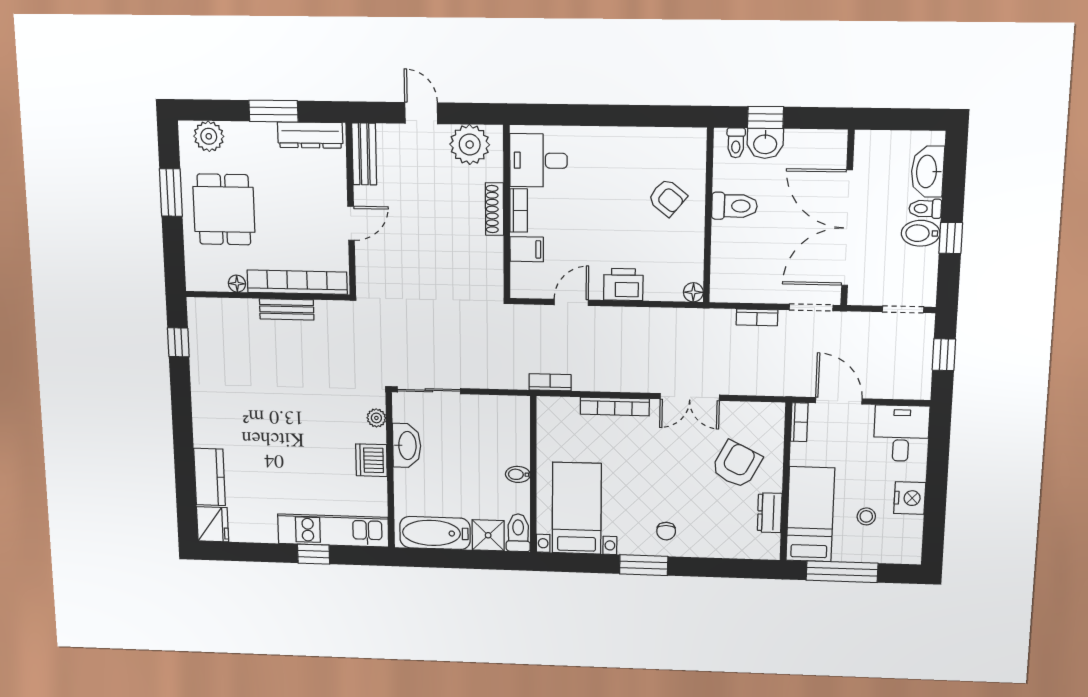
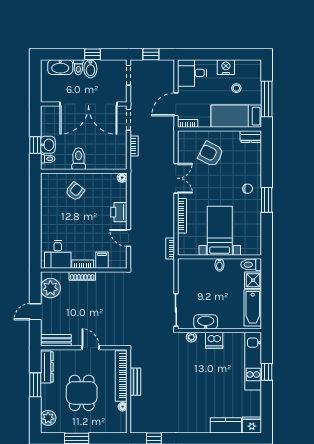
dining table: (224, 209) -> (82, 393), moved, turned 90
bed with nightstands: (577, 508) -> (220, 231), moved, turned 90
dresser: (770, 513) -> (251, 137), moved

